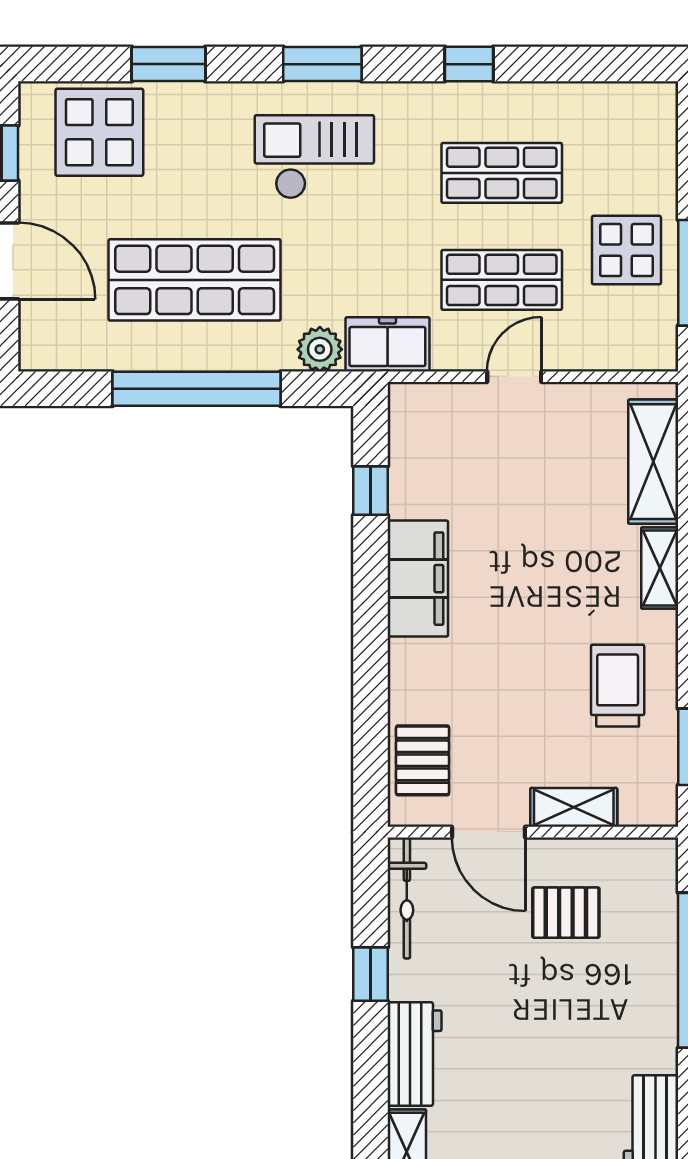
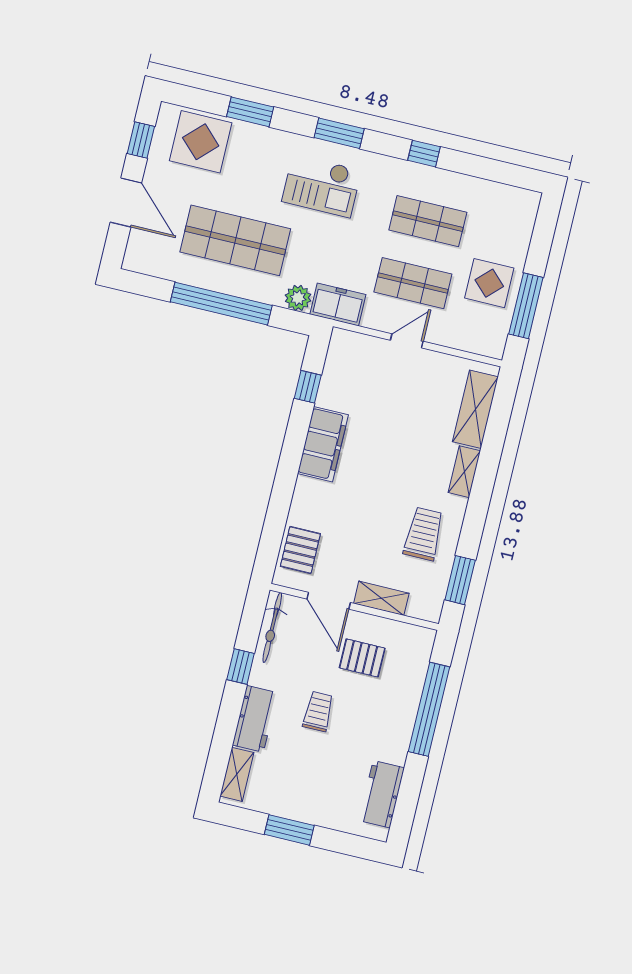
checkout: (314, 157) -> (322, 186), turned 180
trolley: (515, 1017) -> (318, 712), added

